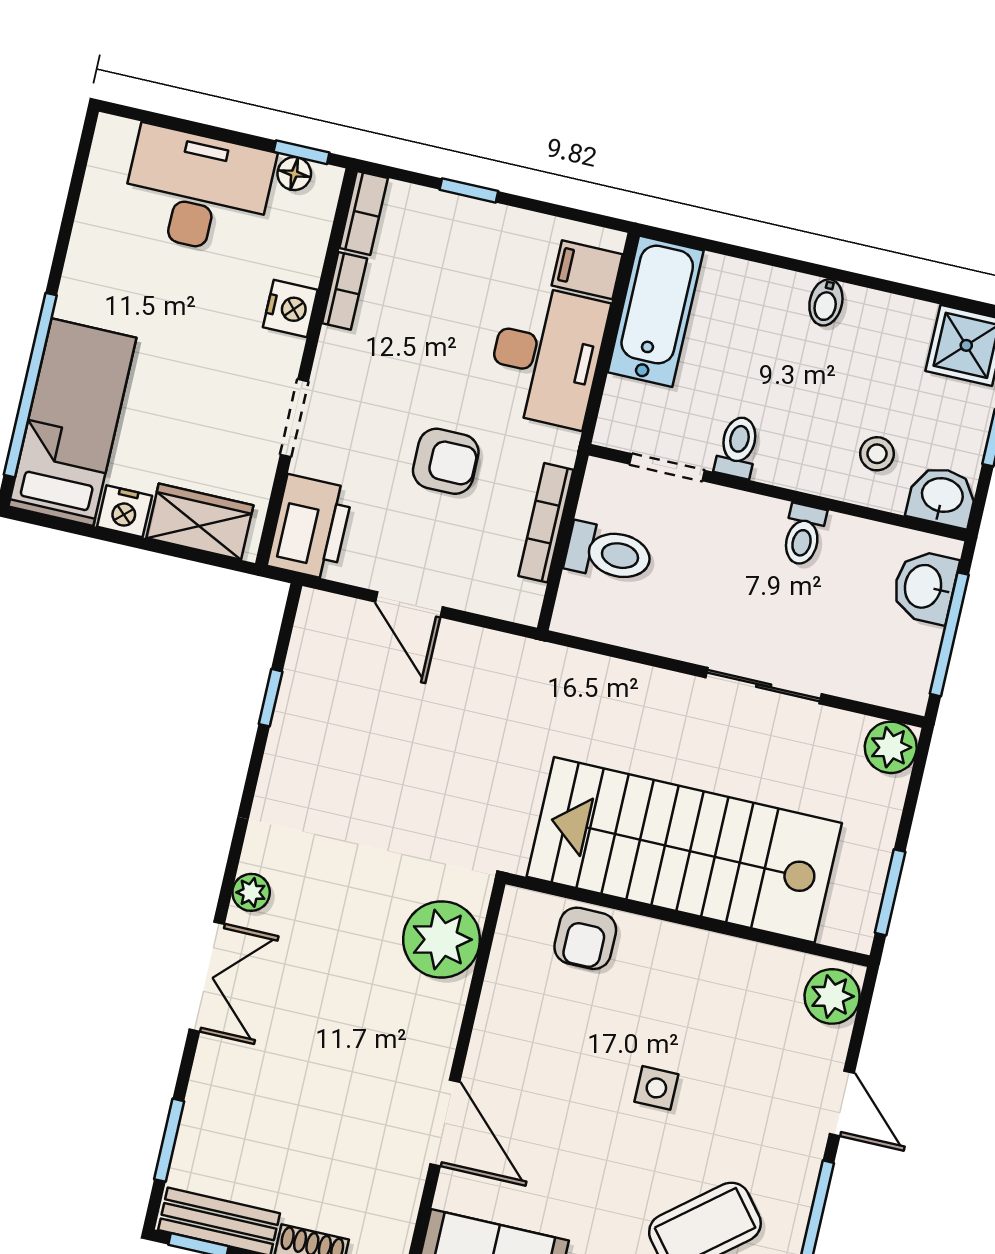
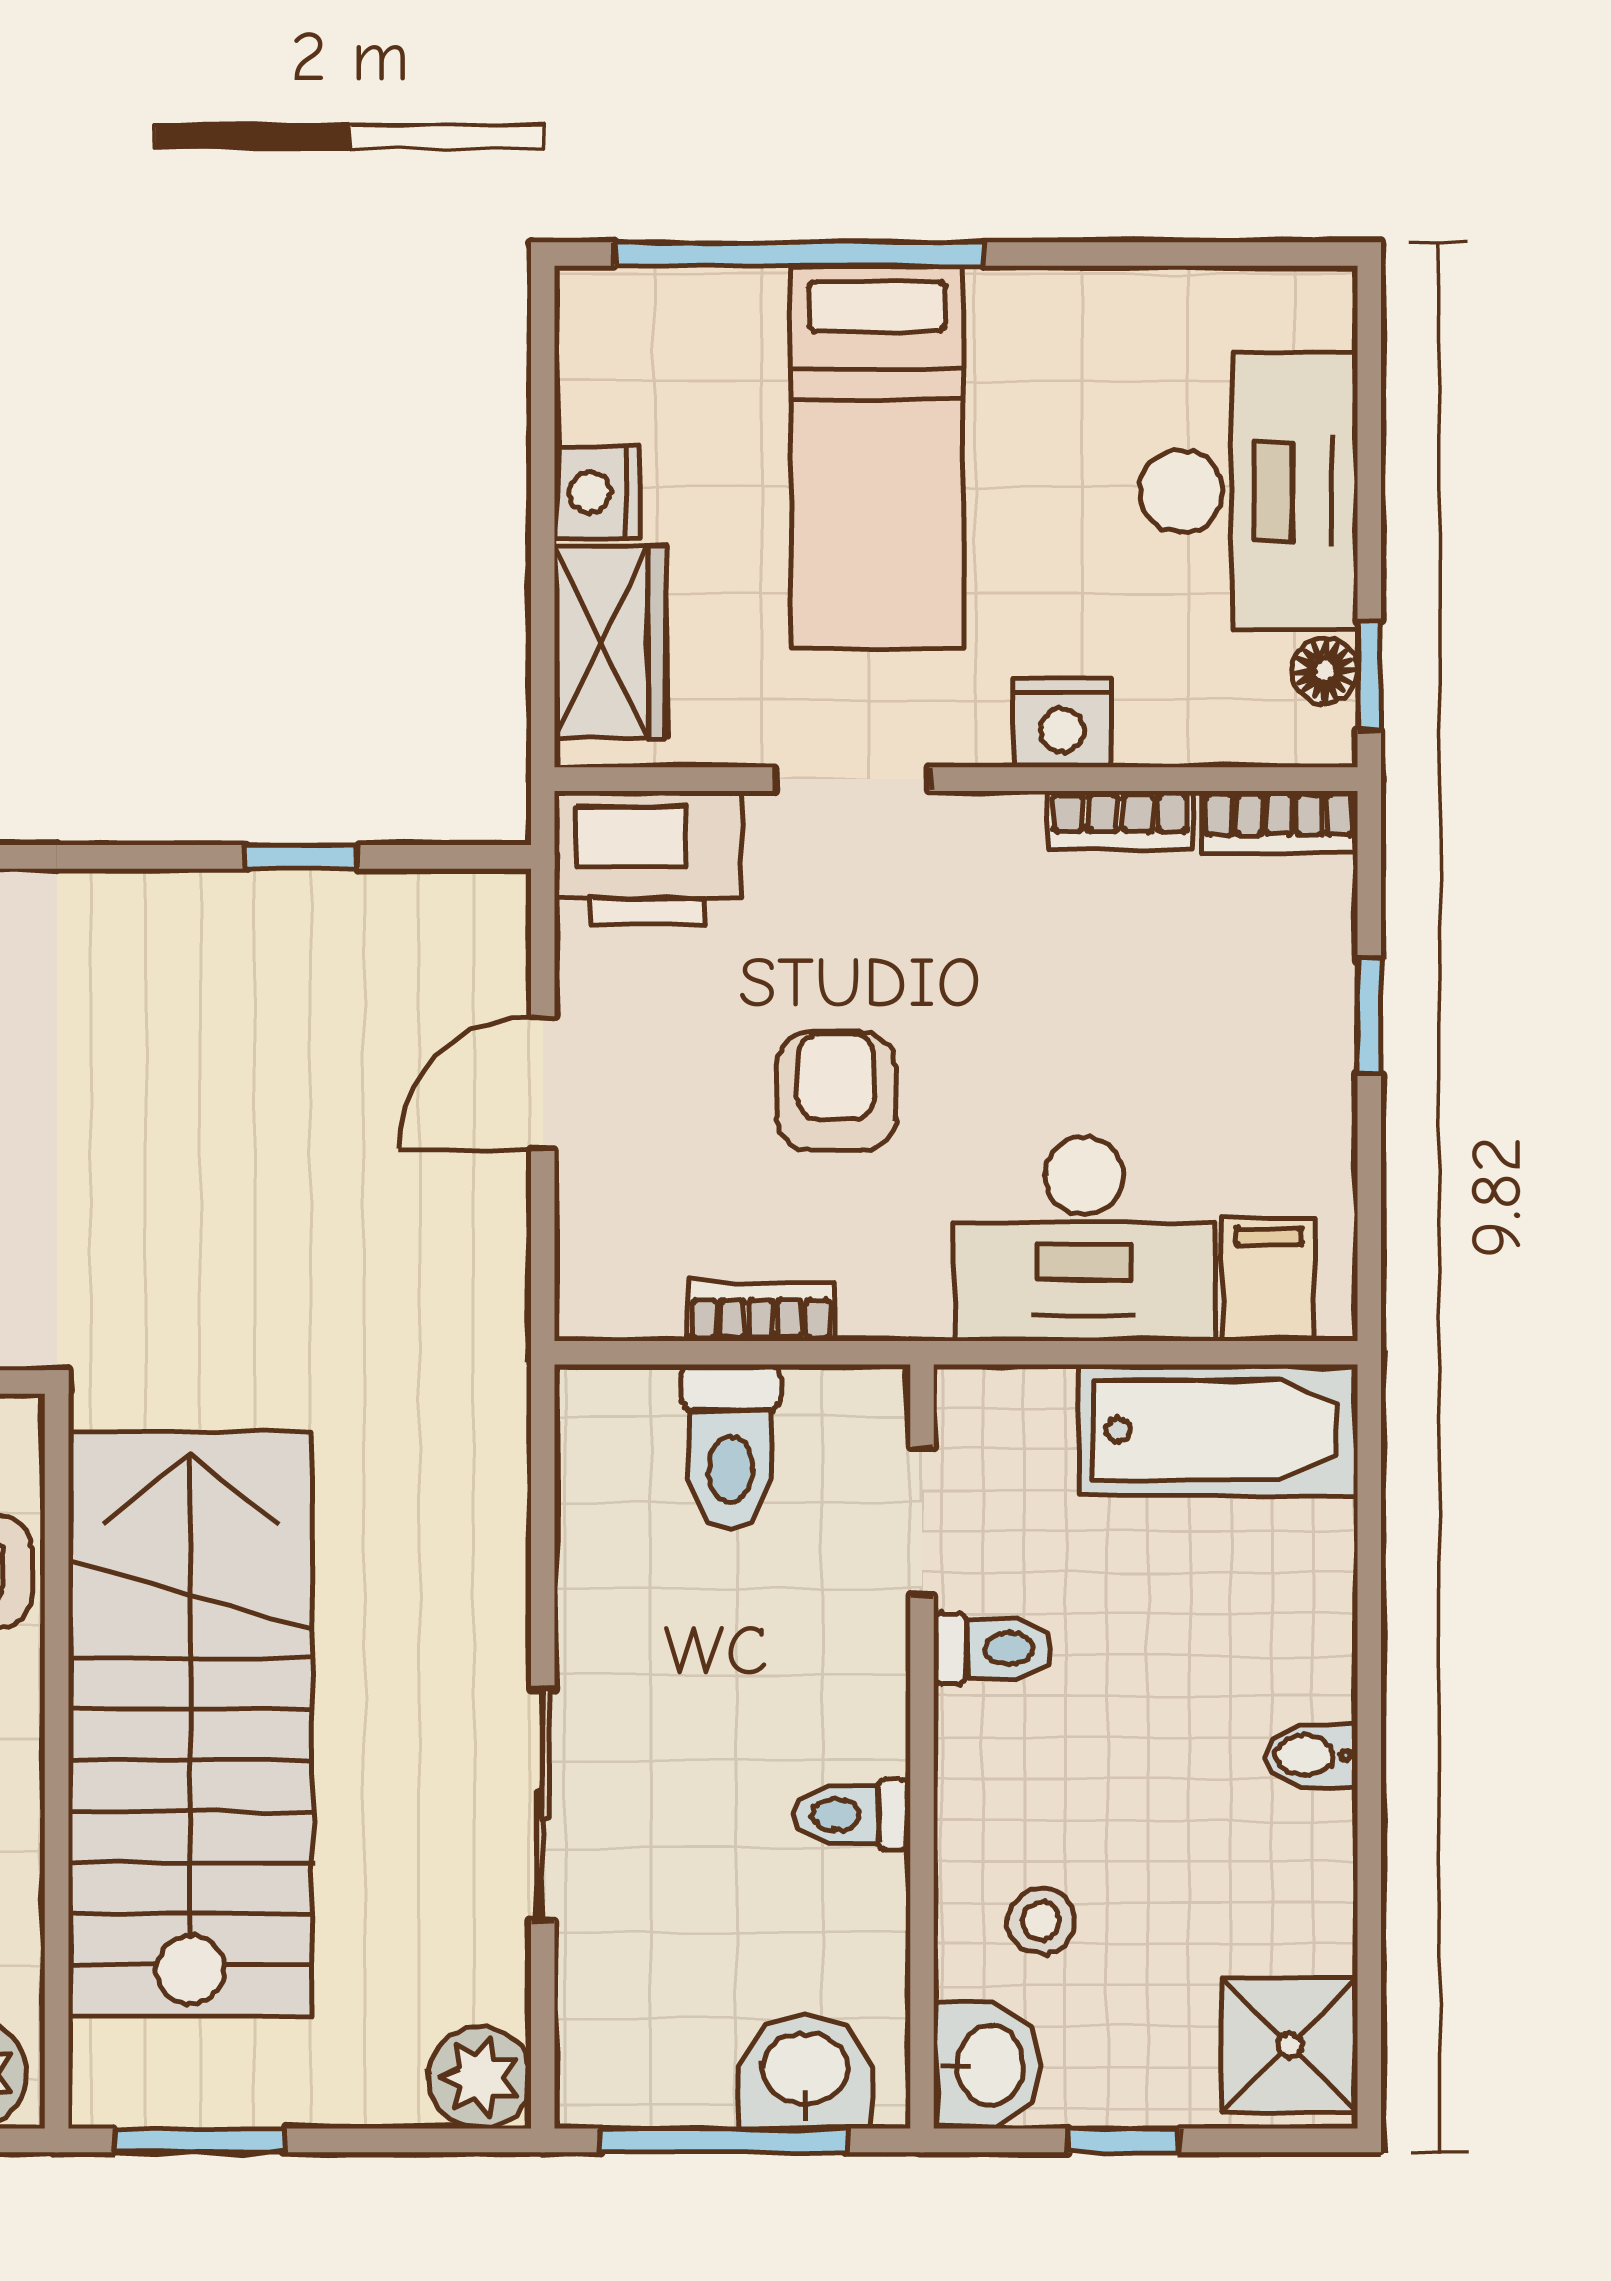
bed: (72, 422) -> (877, 457), moved, turned 90
armchair: (446, 461) -> (836, 1091), turned 180
bookcase: (546, 523) -> (761, 1312), width x0.64

